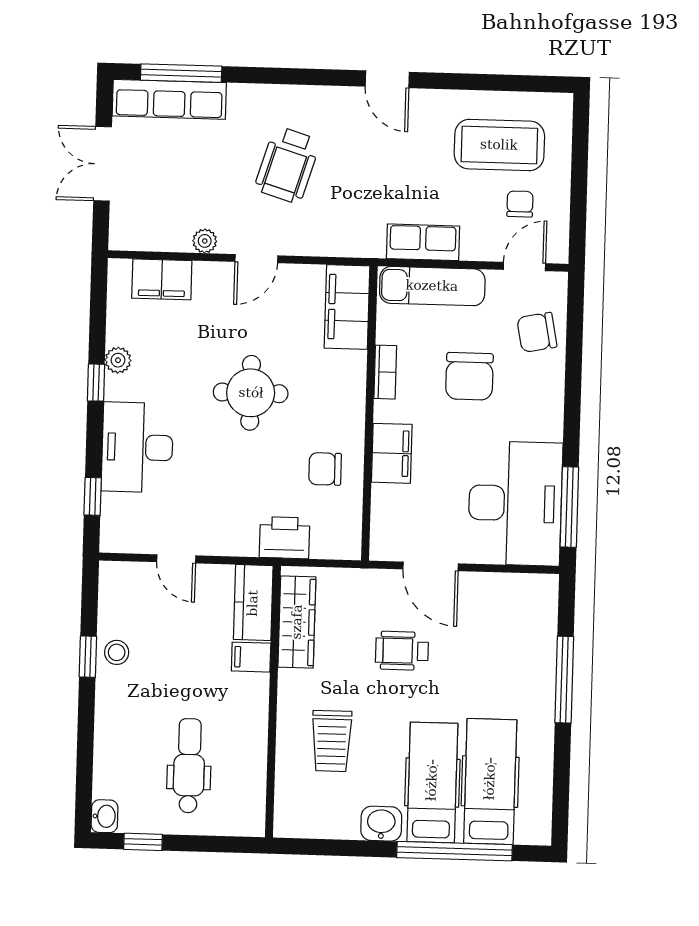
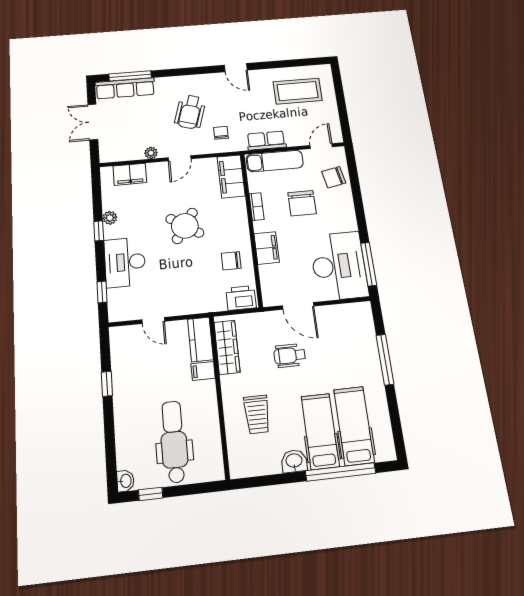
chair: (520, 204) -> (221, 133), moved
round table: (251, 393) -> (185, 226), turned 33
printer: (284, 538) -> (241, 298), moved
stool: (117, 652) -> (124, 379), removed
dental chair: (189, 766) -> (174, 442), width x1.36, depth x1.38

